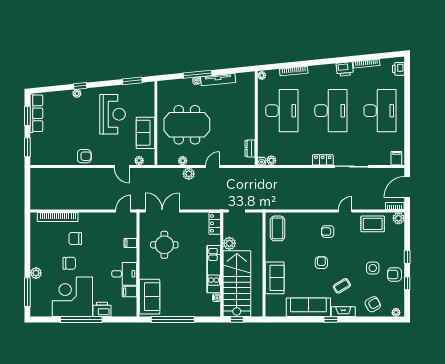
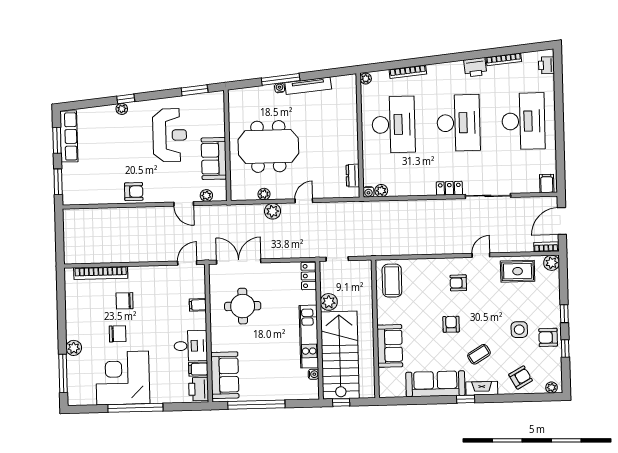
printer: (102, 309) -> (199, 389), moved, turned -90

